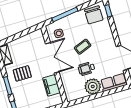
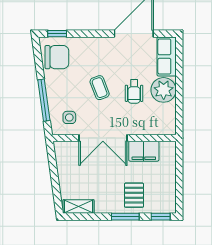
double door: (52, 58) -> (103, 138), swing flipped
pallet: (22, 73) -> (134, 195), moved

